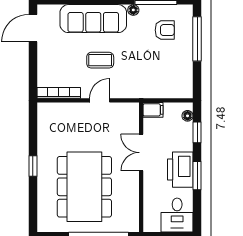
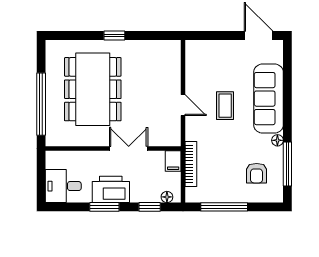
window: (197, 39) -> (224, 207), moved
bookcase: (59, 93) -> (191, 164), moved
dining table: (84, 187) -> (93, 89), turned 90

